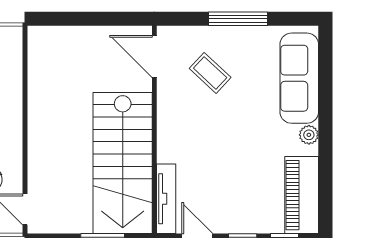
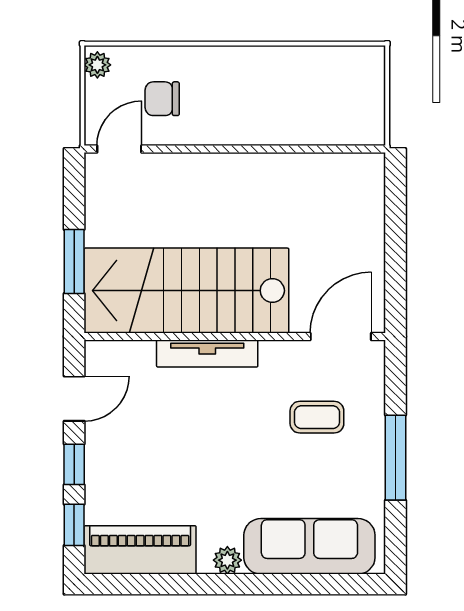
coffee table: (210, 73) -> (317, 417), turned 47
tv unit: (166, 199) -> (207, 354), moved

